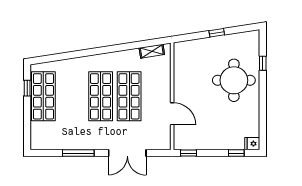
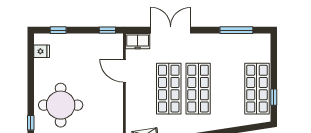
freezer: (159, 142) -> (138, 41), added
fridge: (252, 144) -> (42, 51), moved
window: (78, 153) -> (236, 30), moved

